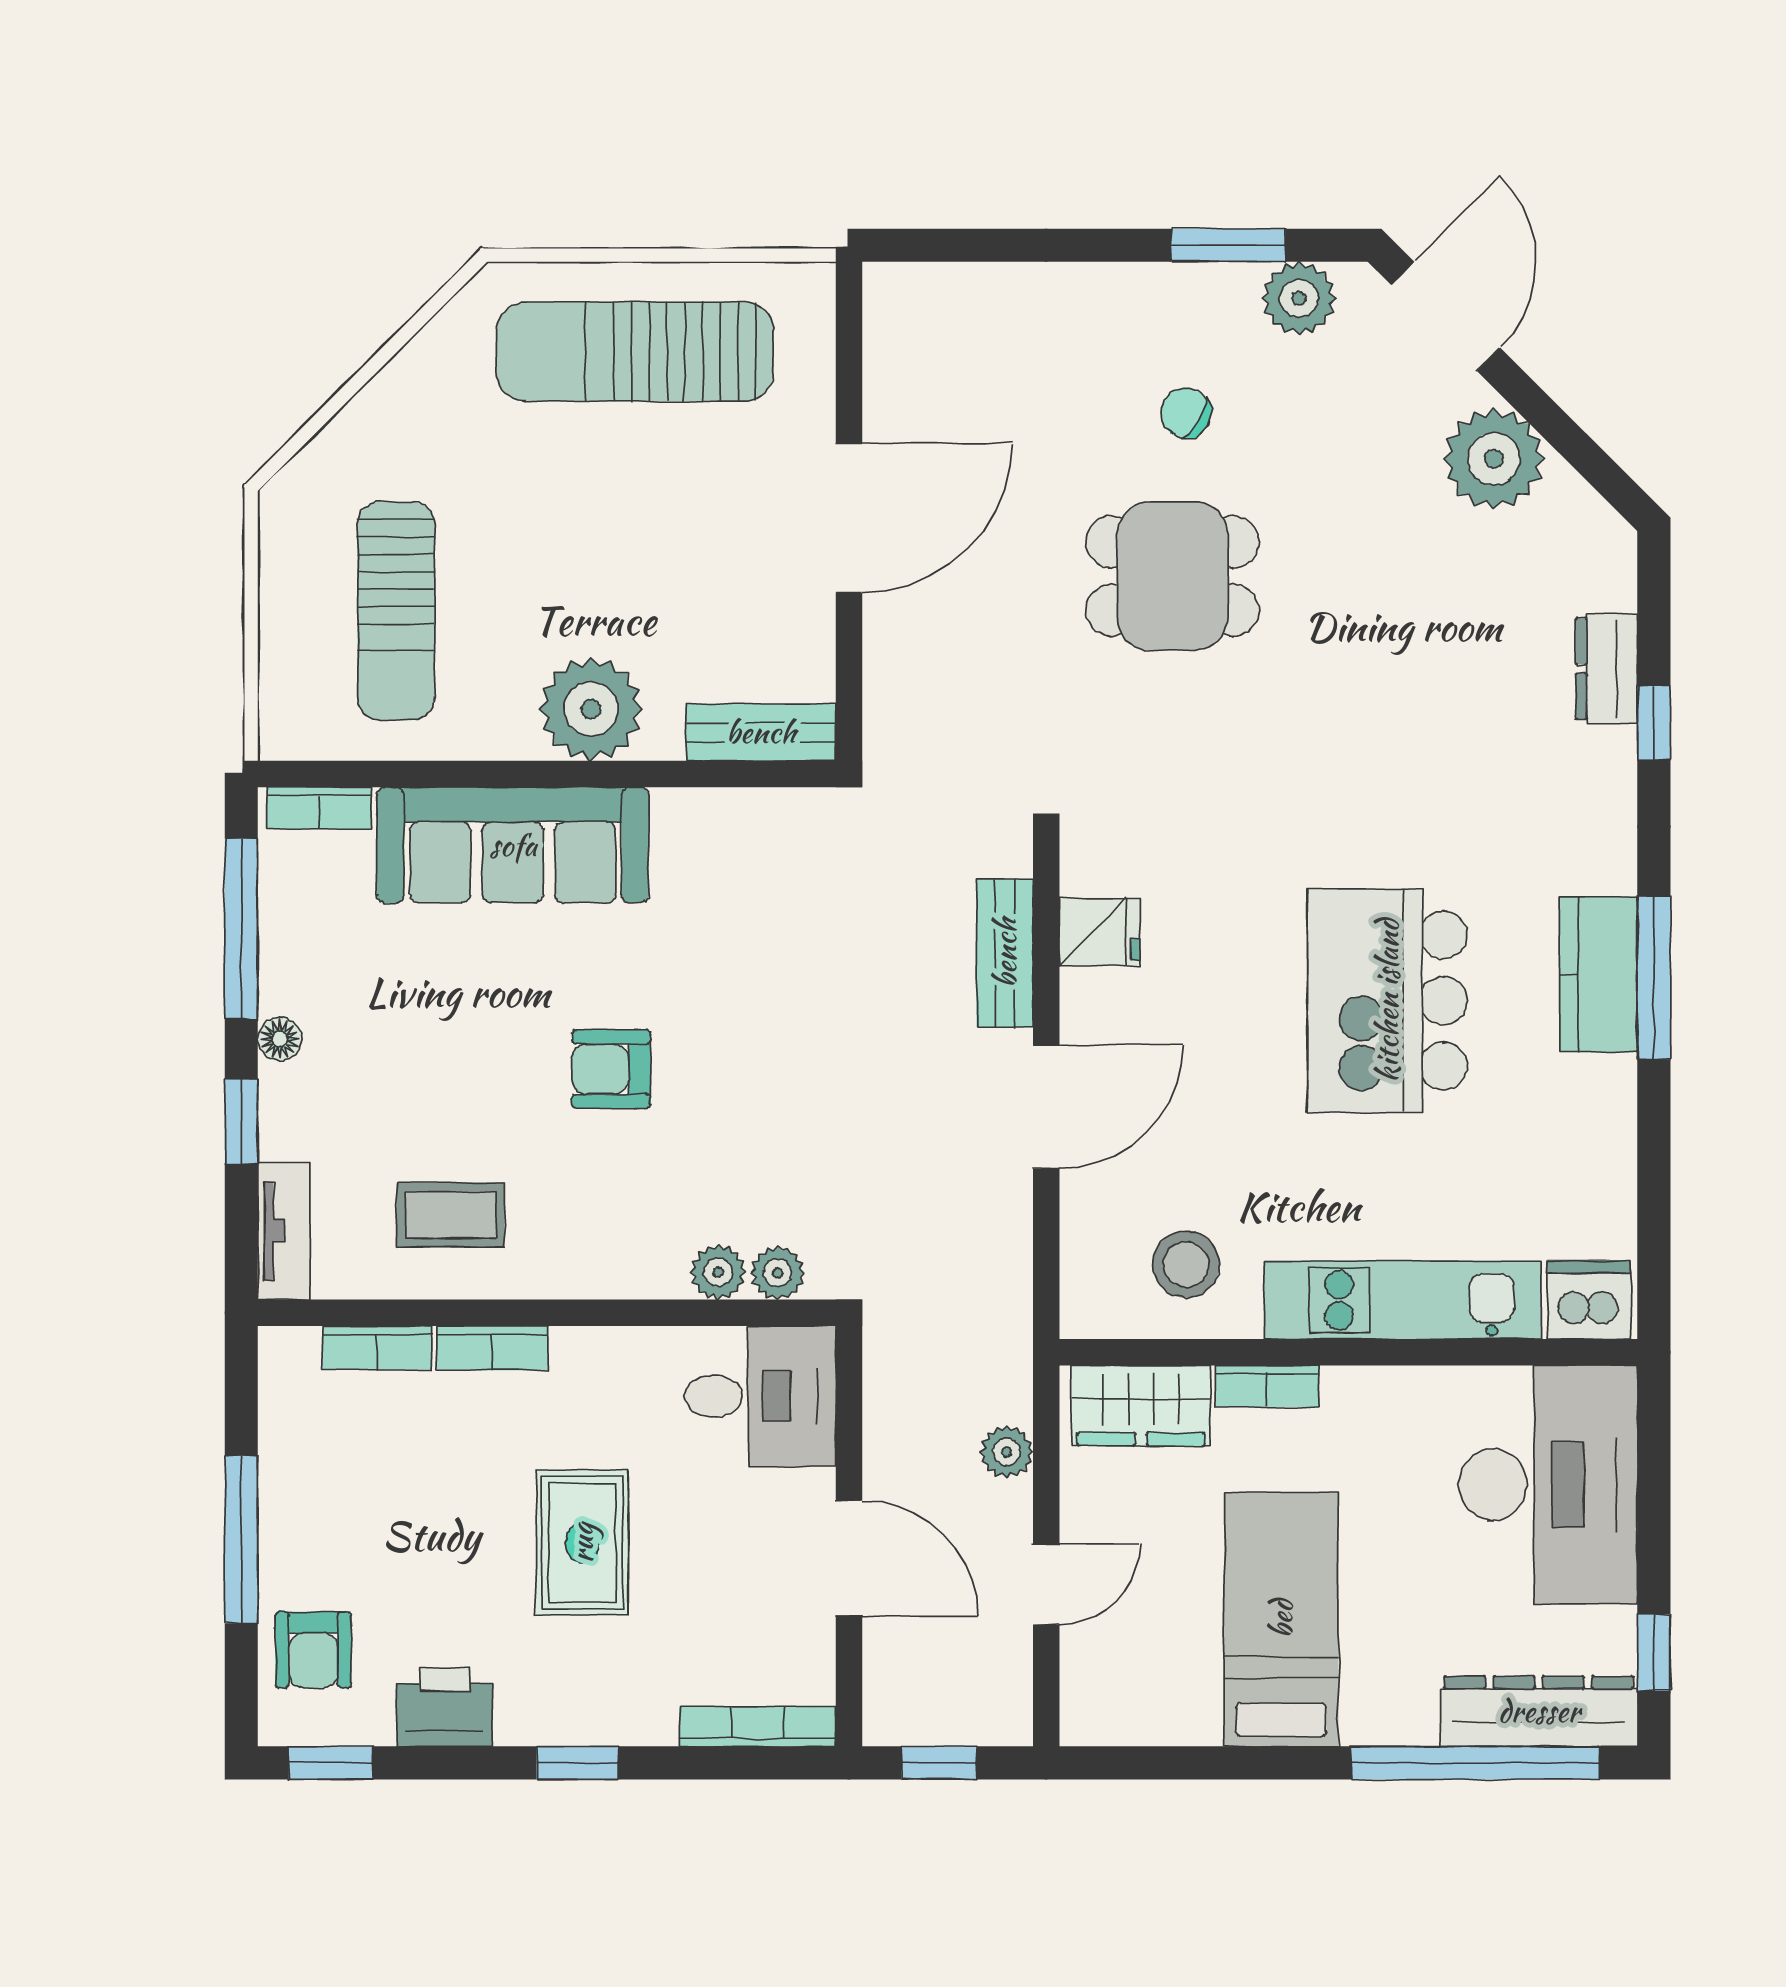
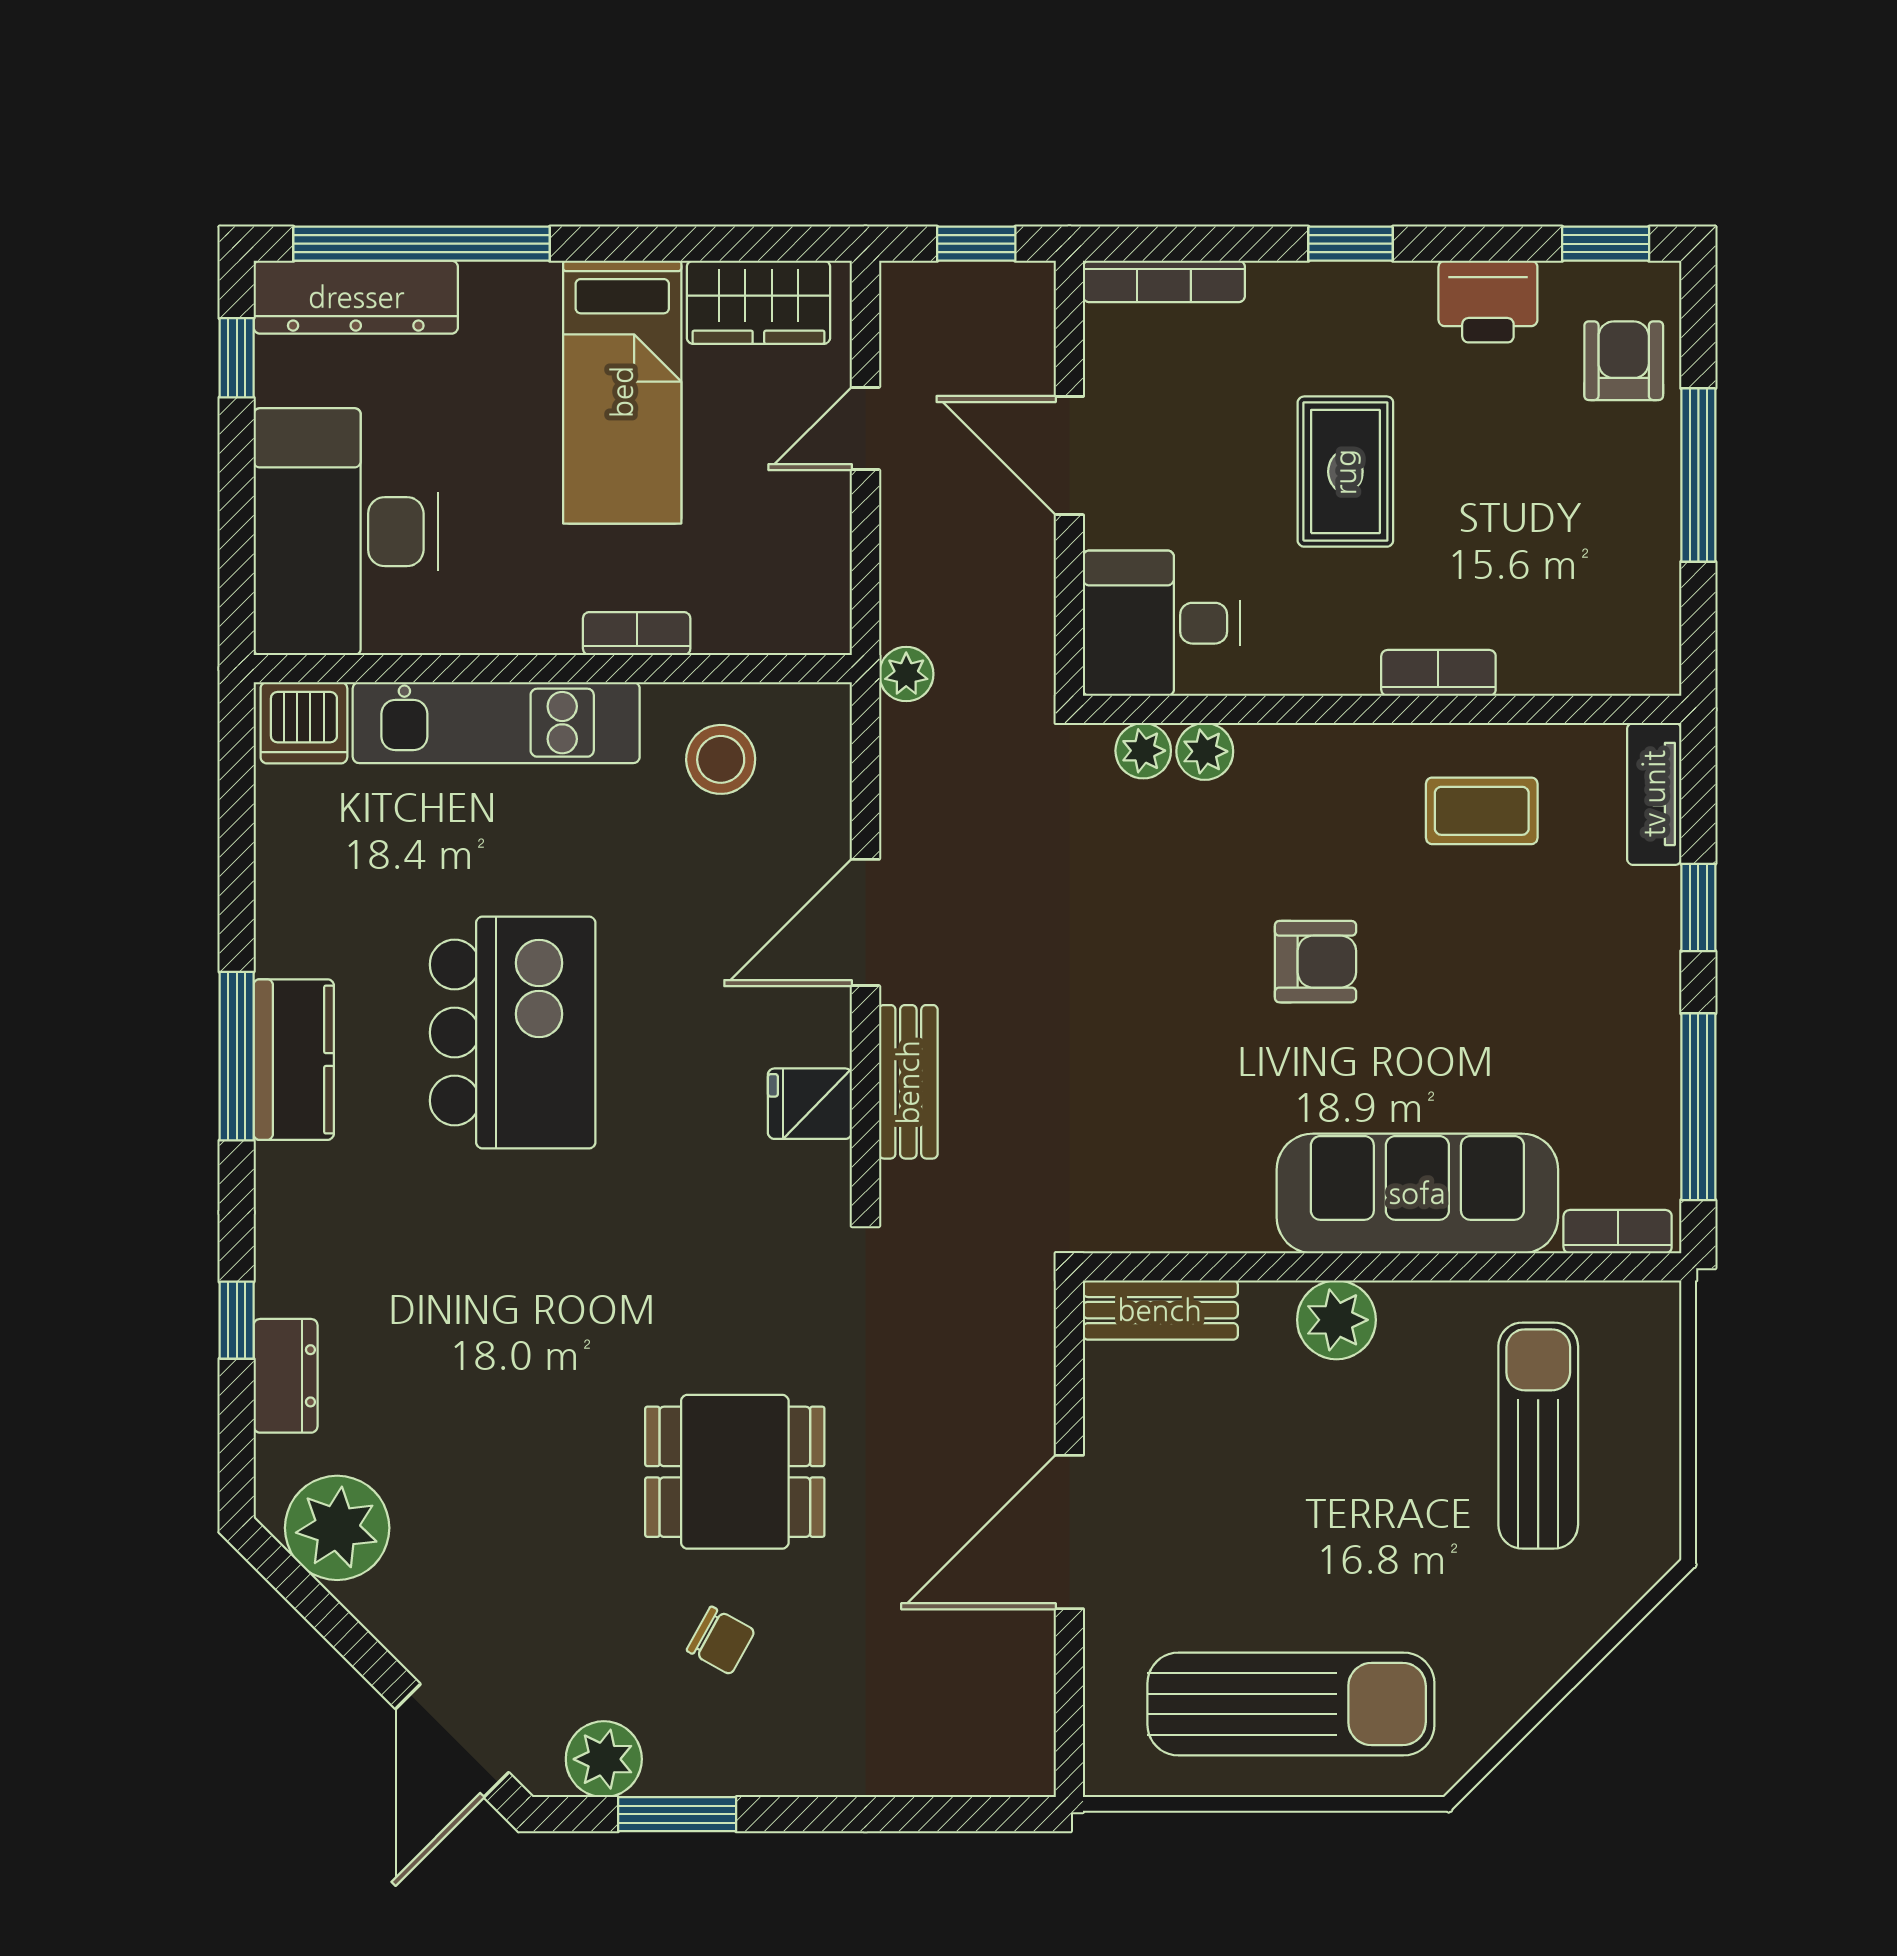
plant: (1494, 459) -> (337, 1528), moved
plant: (591, 709) -> (1336, 1320), width x0.73, depth x0.73
floor lamp: (280, 1039) -> (1659, 993), removed
bookcase: (377, 1348) -> (1558, 673), removed
wardrobe: (1141, 1406) -> (758, 302), moved, turned 180
plant: (1007, 1452) -> (906, 674), moved

